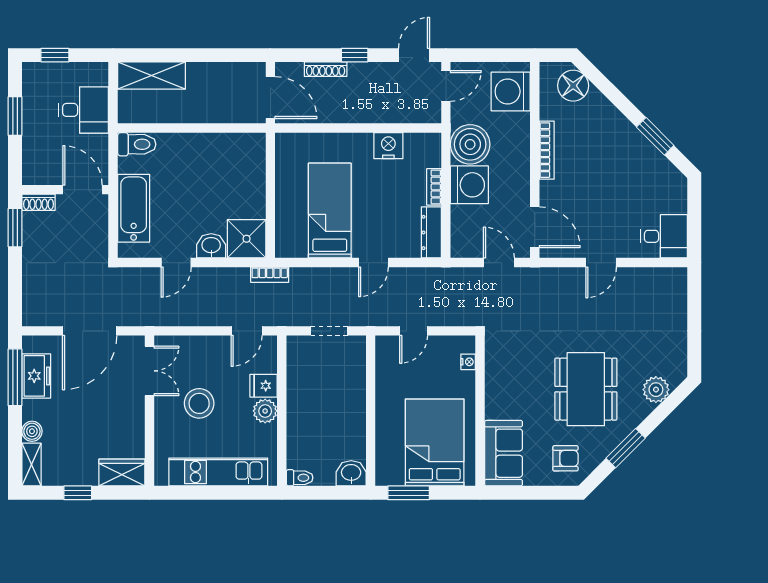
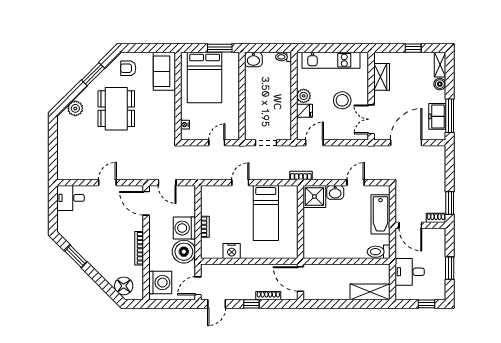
dresser: (431, 232) -> (207, 200), removed
wardrobe: (122, 473) -> (382, 77), moved, turned -90

